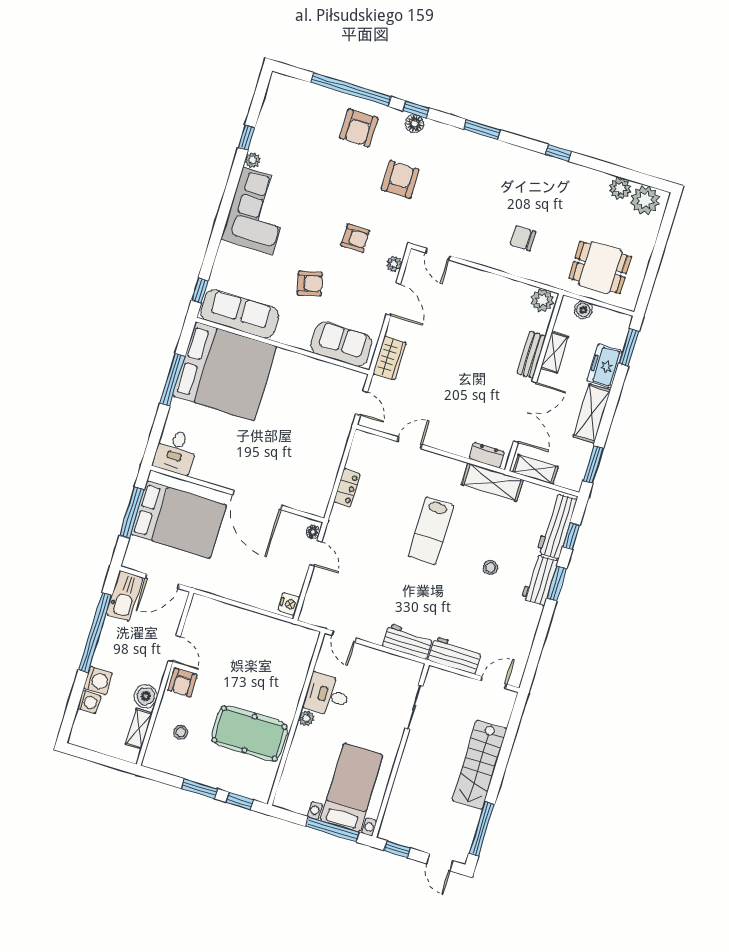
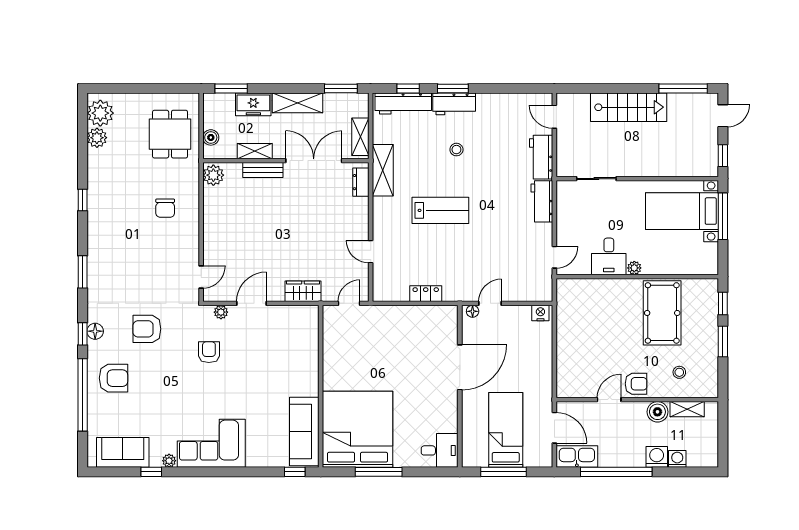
armchair: (310, 284) -> (260, 379), removed
sofa: (341, 344) -> (123, 452), moved, turned 90
bed: (179, 520) -> (506, 430), width x0.67

